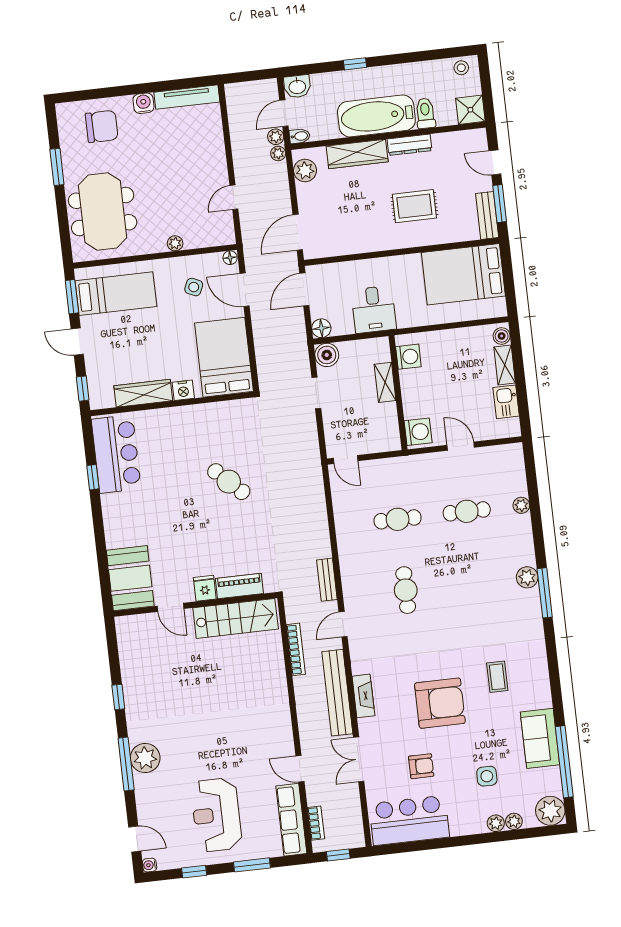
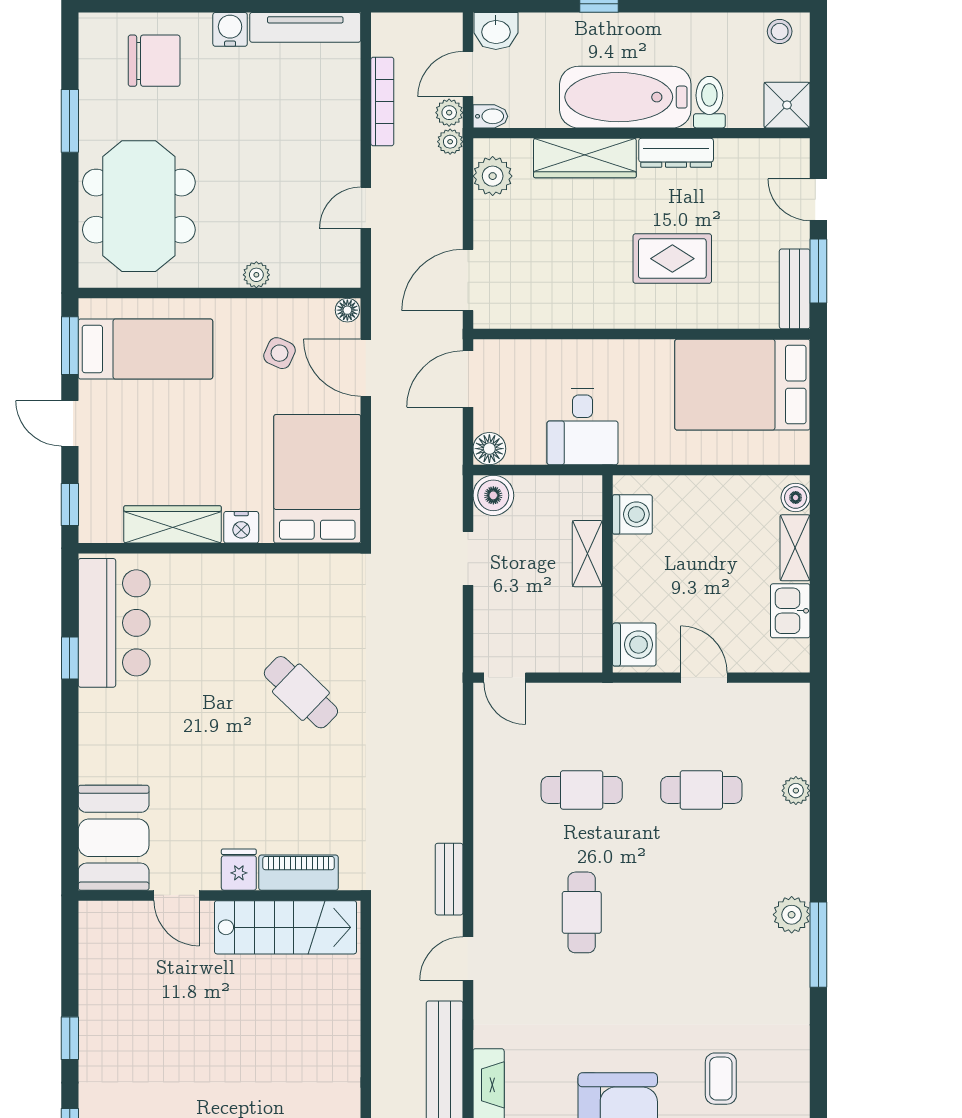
bookcase: (296, 649) -> (382, 101), moved

